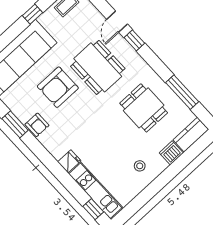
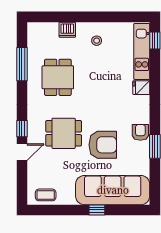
window: (32, 14) -> (97, 210), moved
dining table: (98, 67) -> (64, 133), width x0.73
kitchen counter: (191, 135) -> (43, 30), removed

